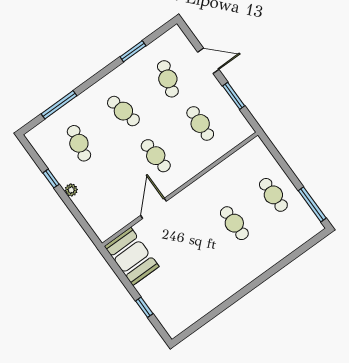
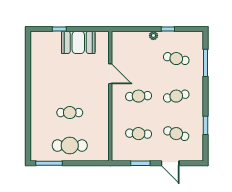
door: (208, 61) -> (170, 163), hinge flipped
cafe table: (273, 195) -> (70, 146), width x1.37, depth x1.35
booth: (132, 256) -> (78, 42), moved

